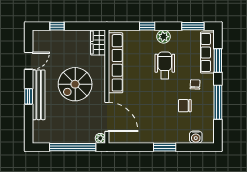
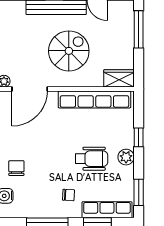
window: (57, 26) -> (139, 29), width x2.17
spiral stairs: (75, 84) -> (69, 51), turned 90
chair: (185, 106) -> (16, 168), moved

